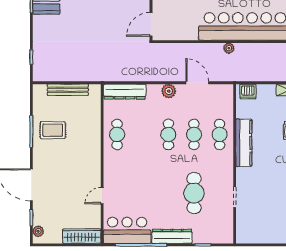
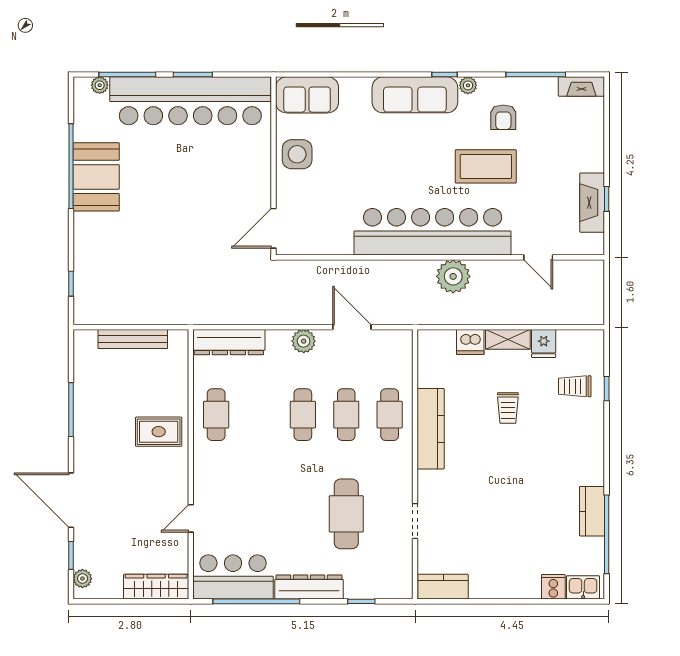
plant: (229, 48) -> (453, 276), moved, width x1.88, depth x1.88
dishwasher: (248, 92) -> (470, 342), moved
rug: (53, 130) -> (159, 432), moved
kitchen counter: (251, 236) -> (443, 587), added

